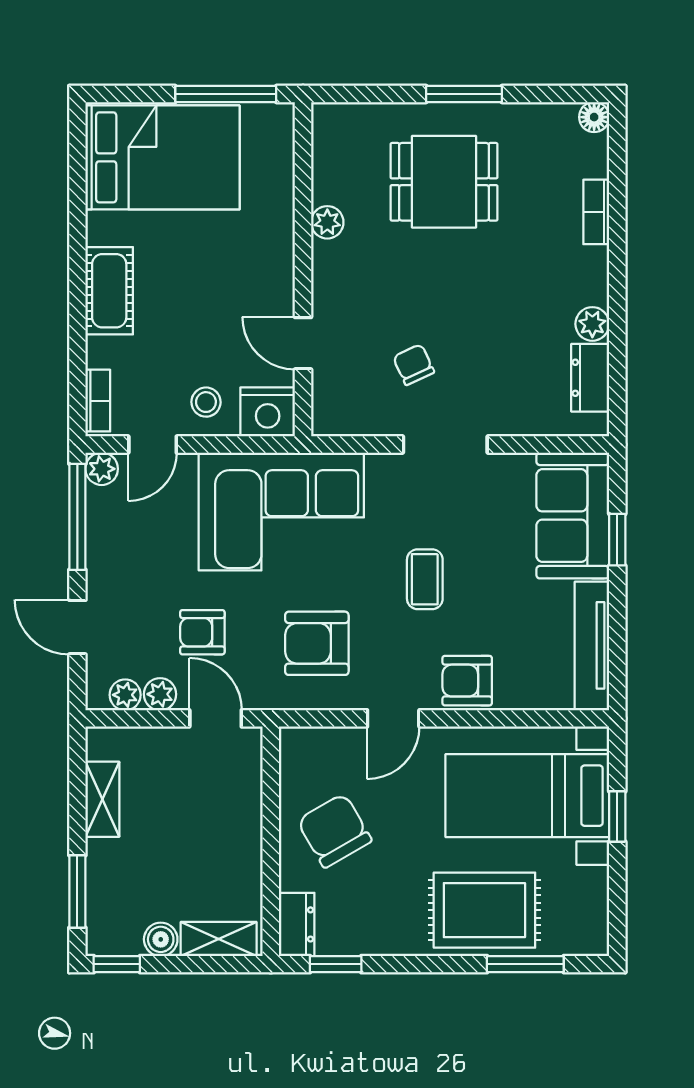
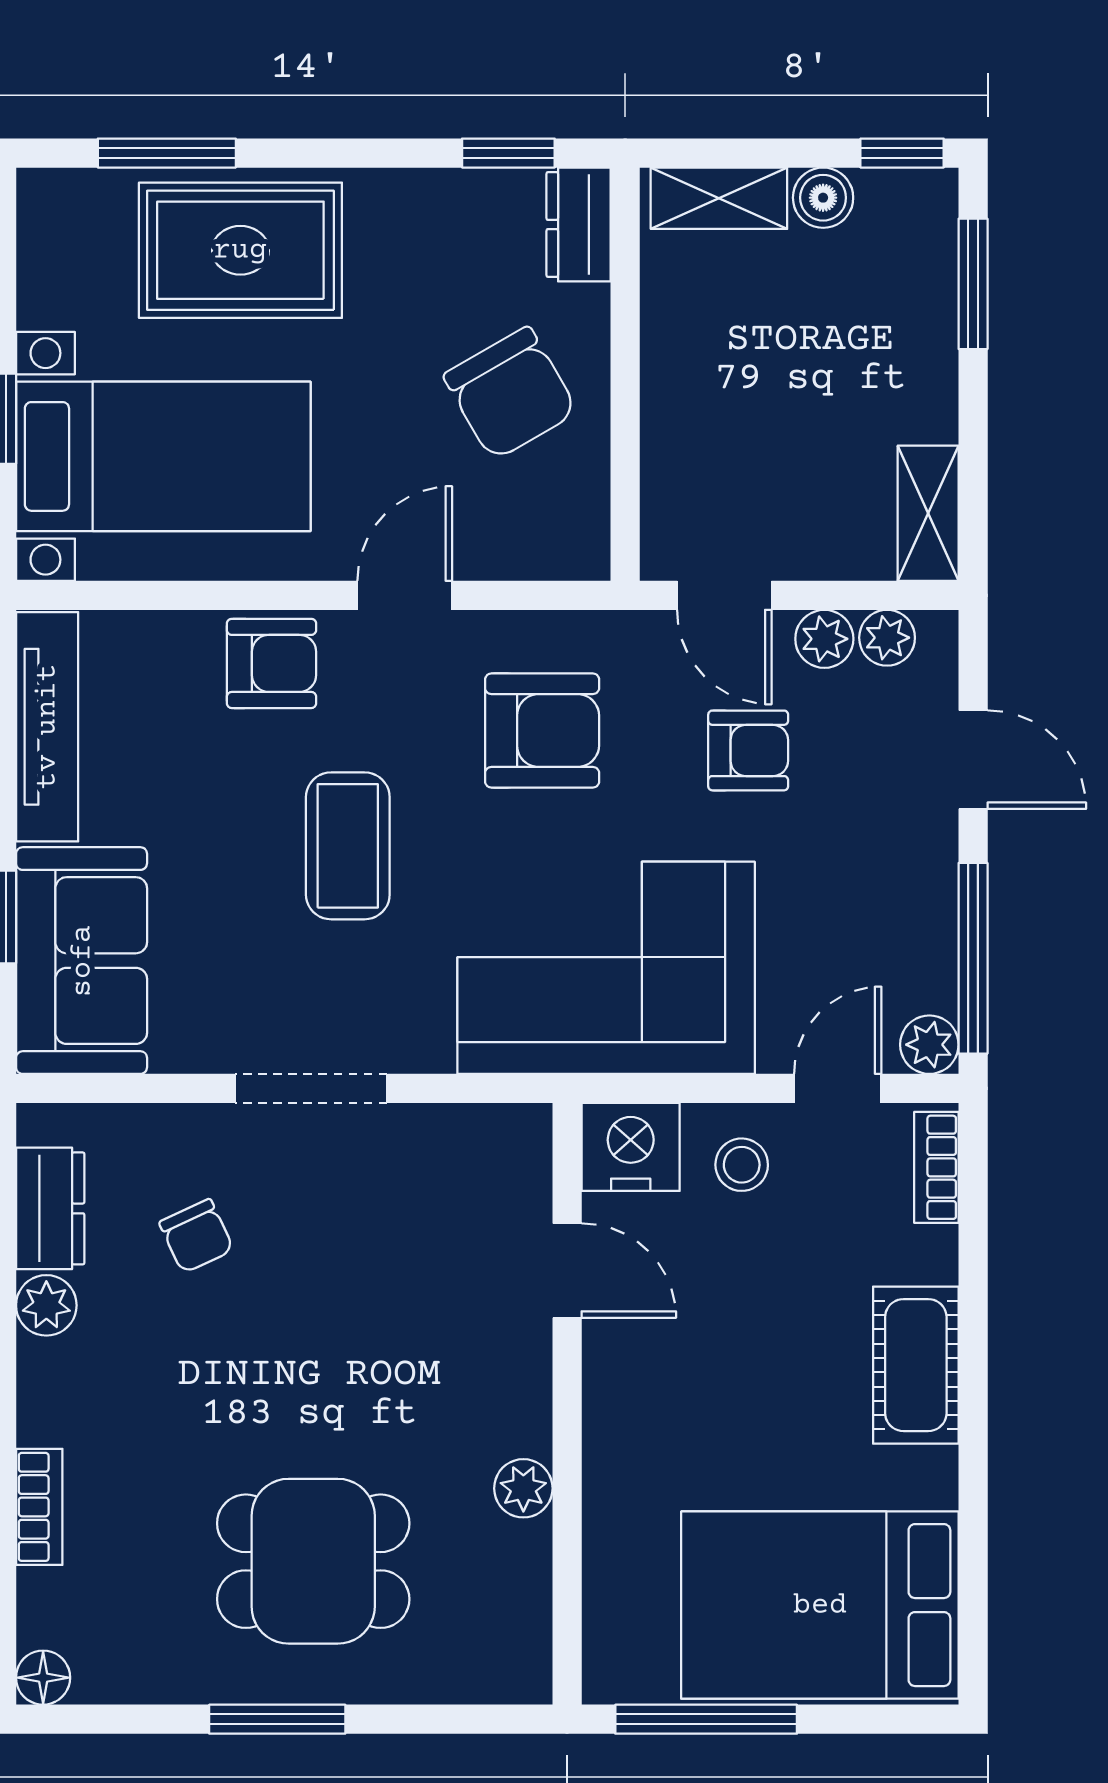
chair: (414, 365) -> (196, 1236), moved
coffee table: (425, 579) -> (348, 846), width x1.36, depth x1.30
shelving: (102, 799) -> (928, 513), moved

